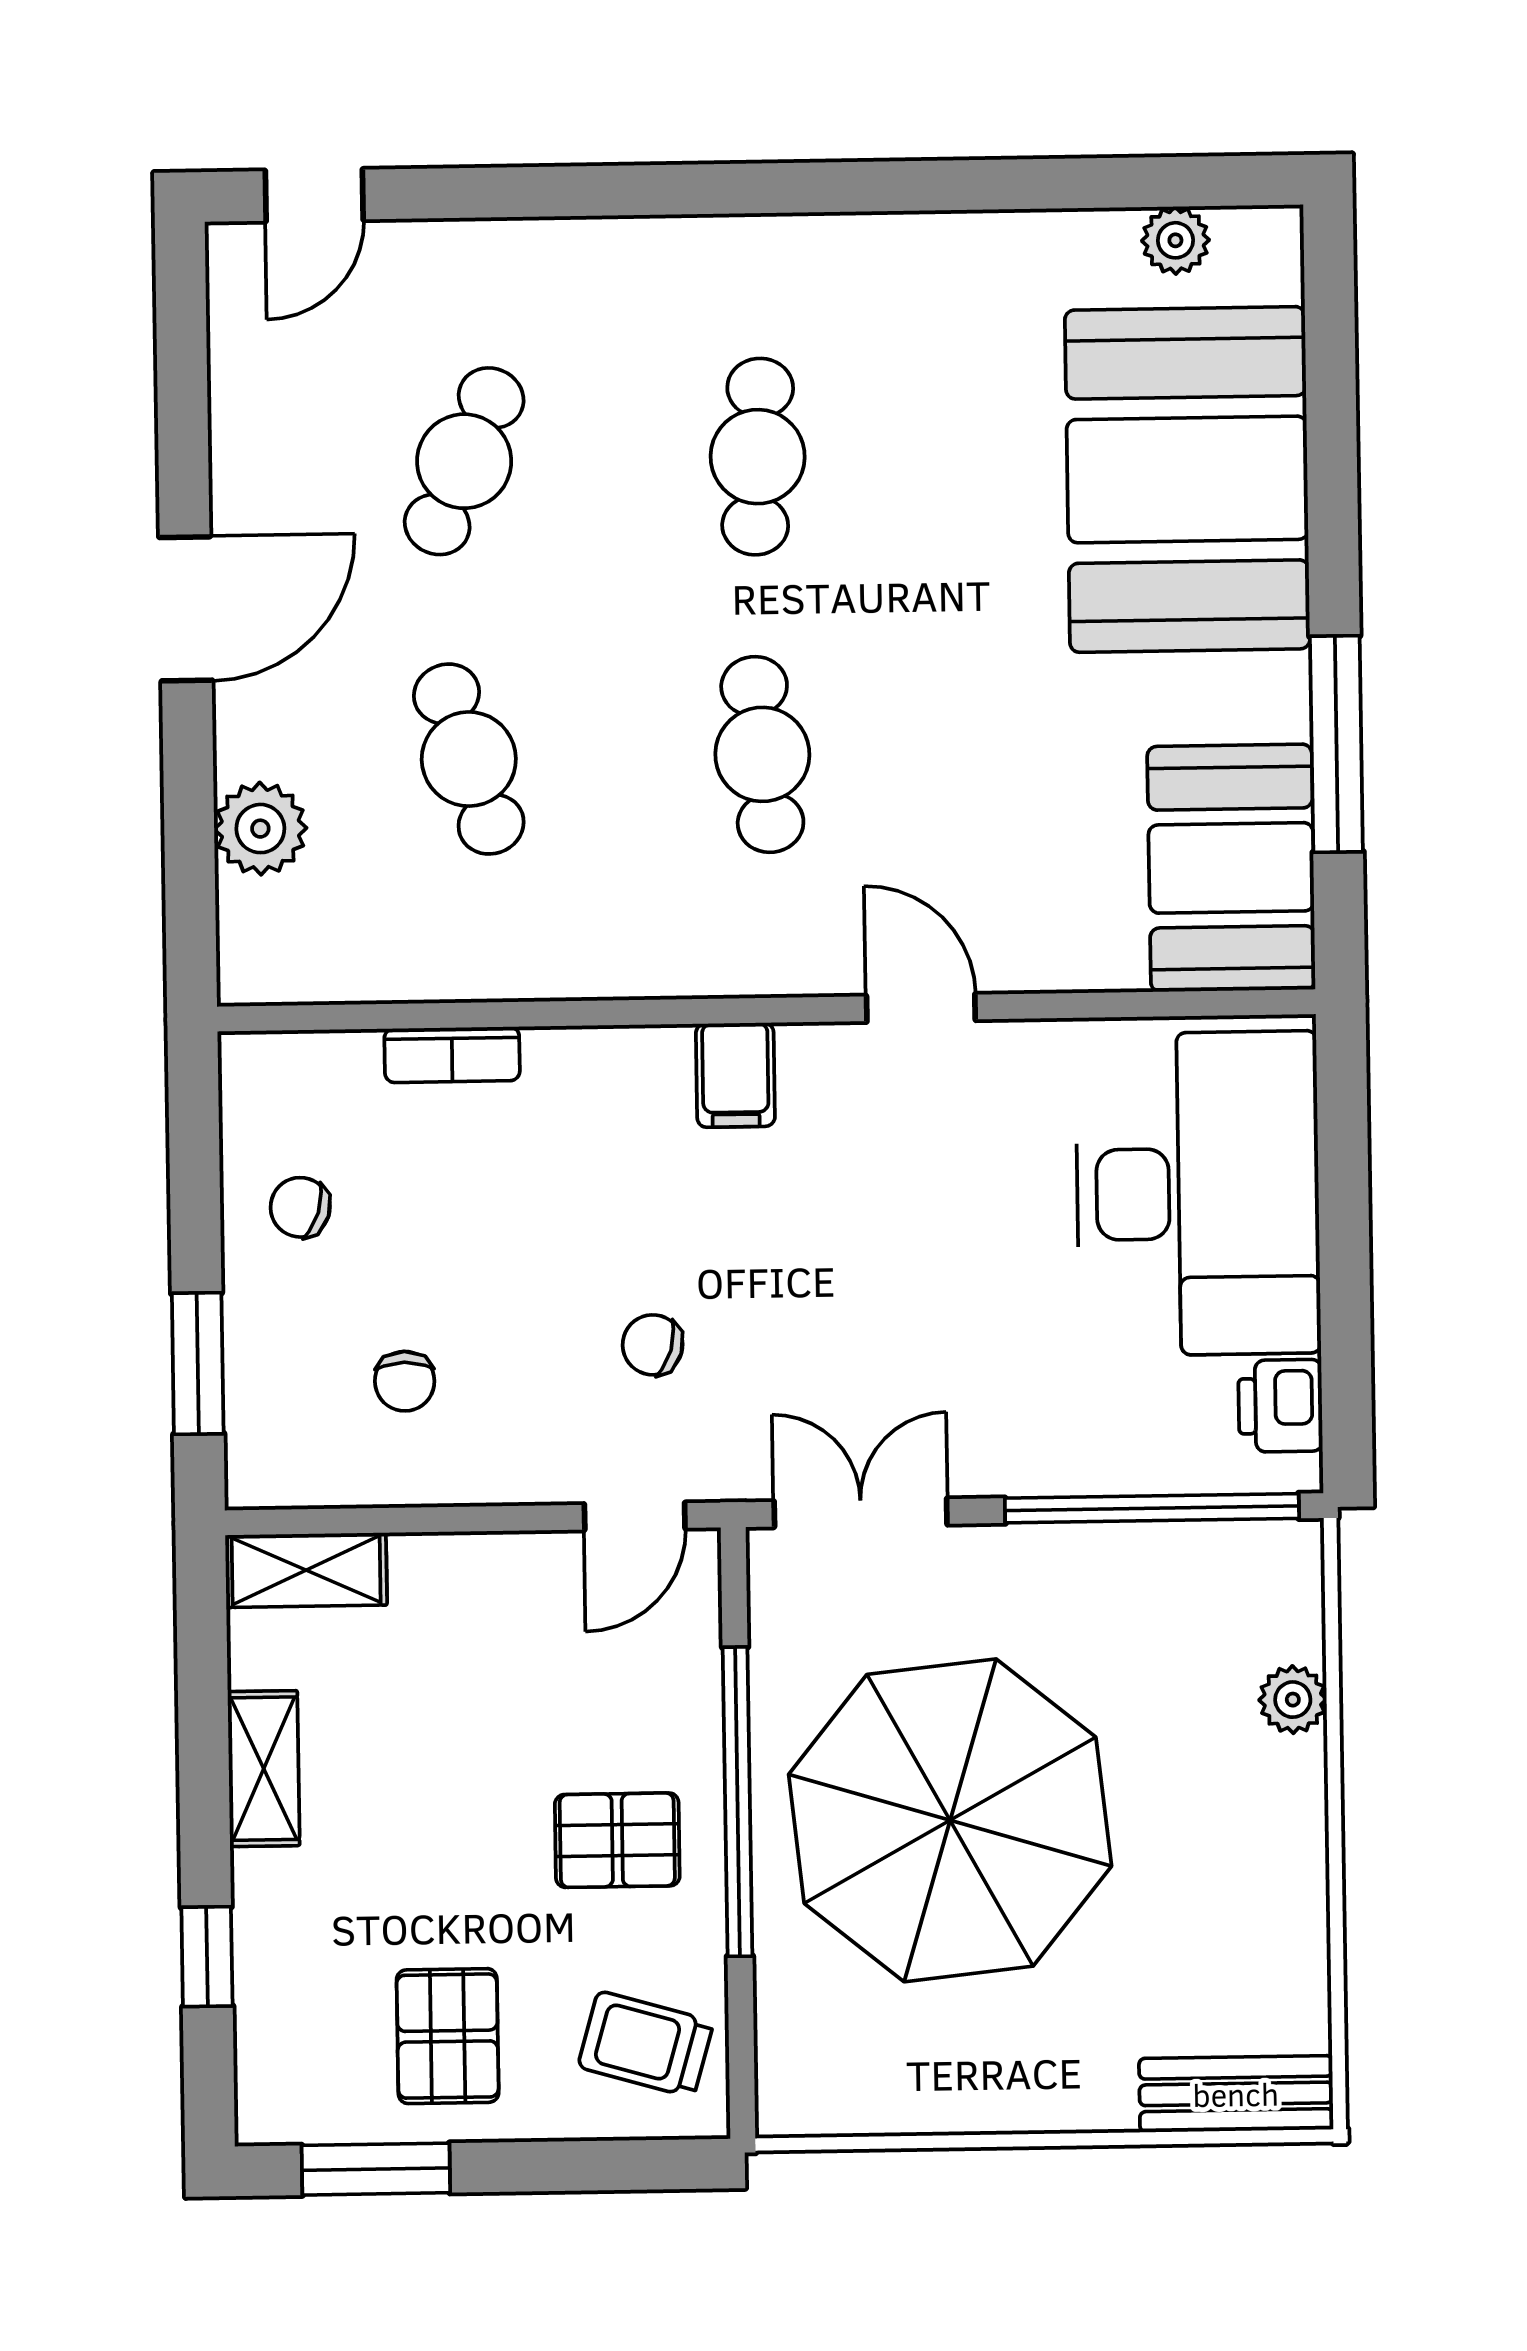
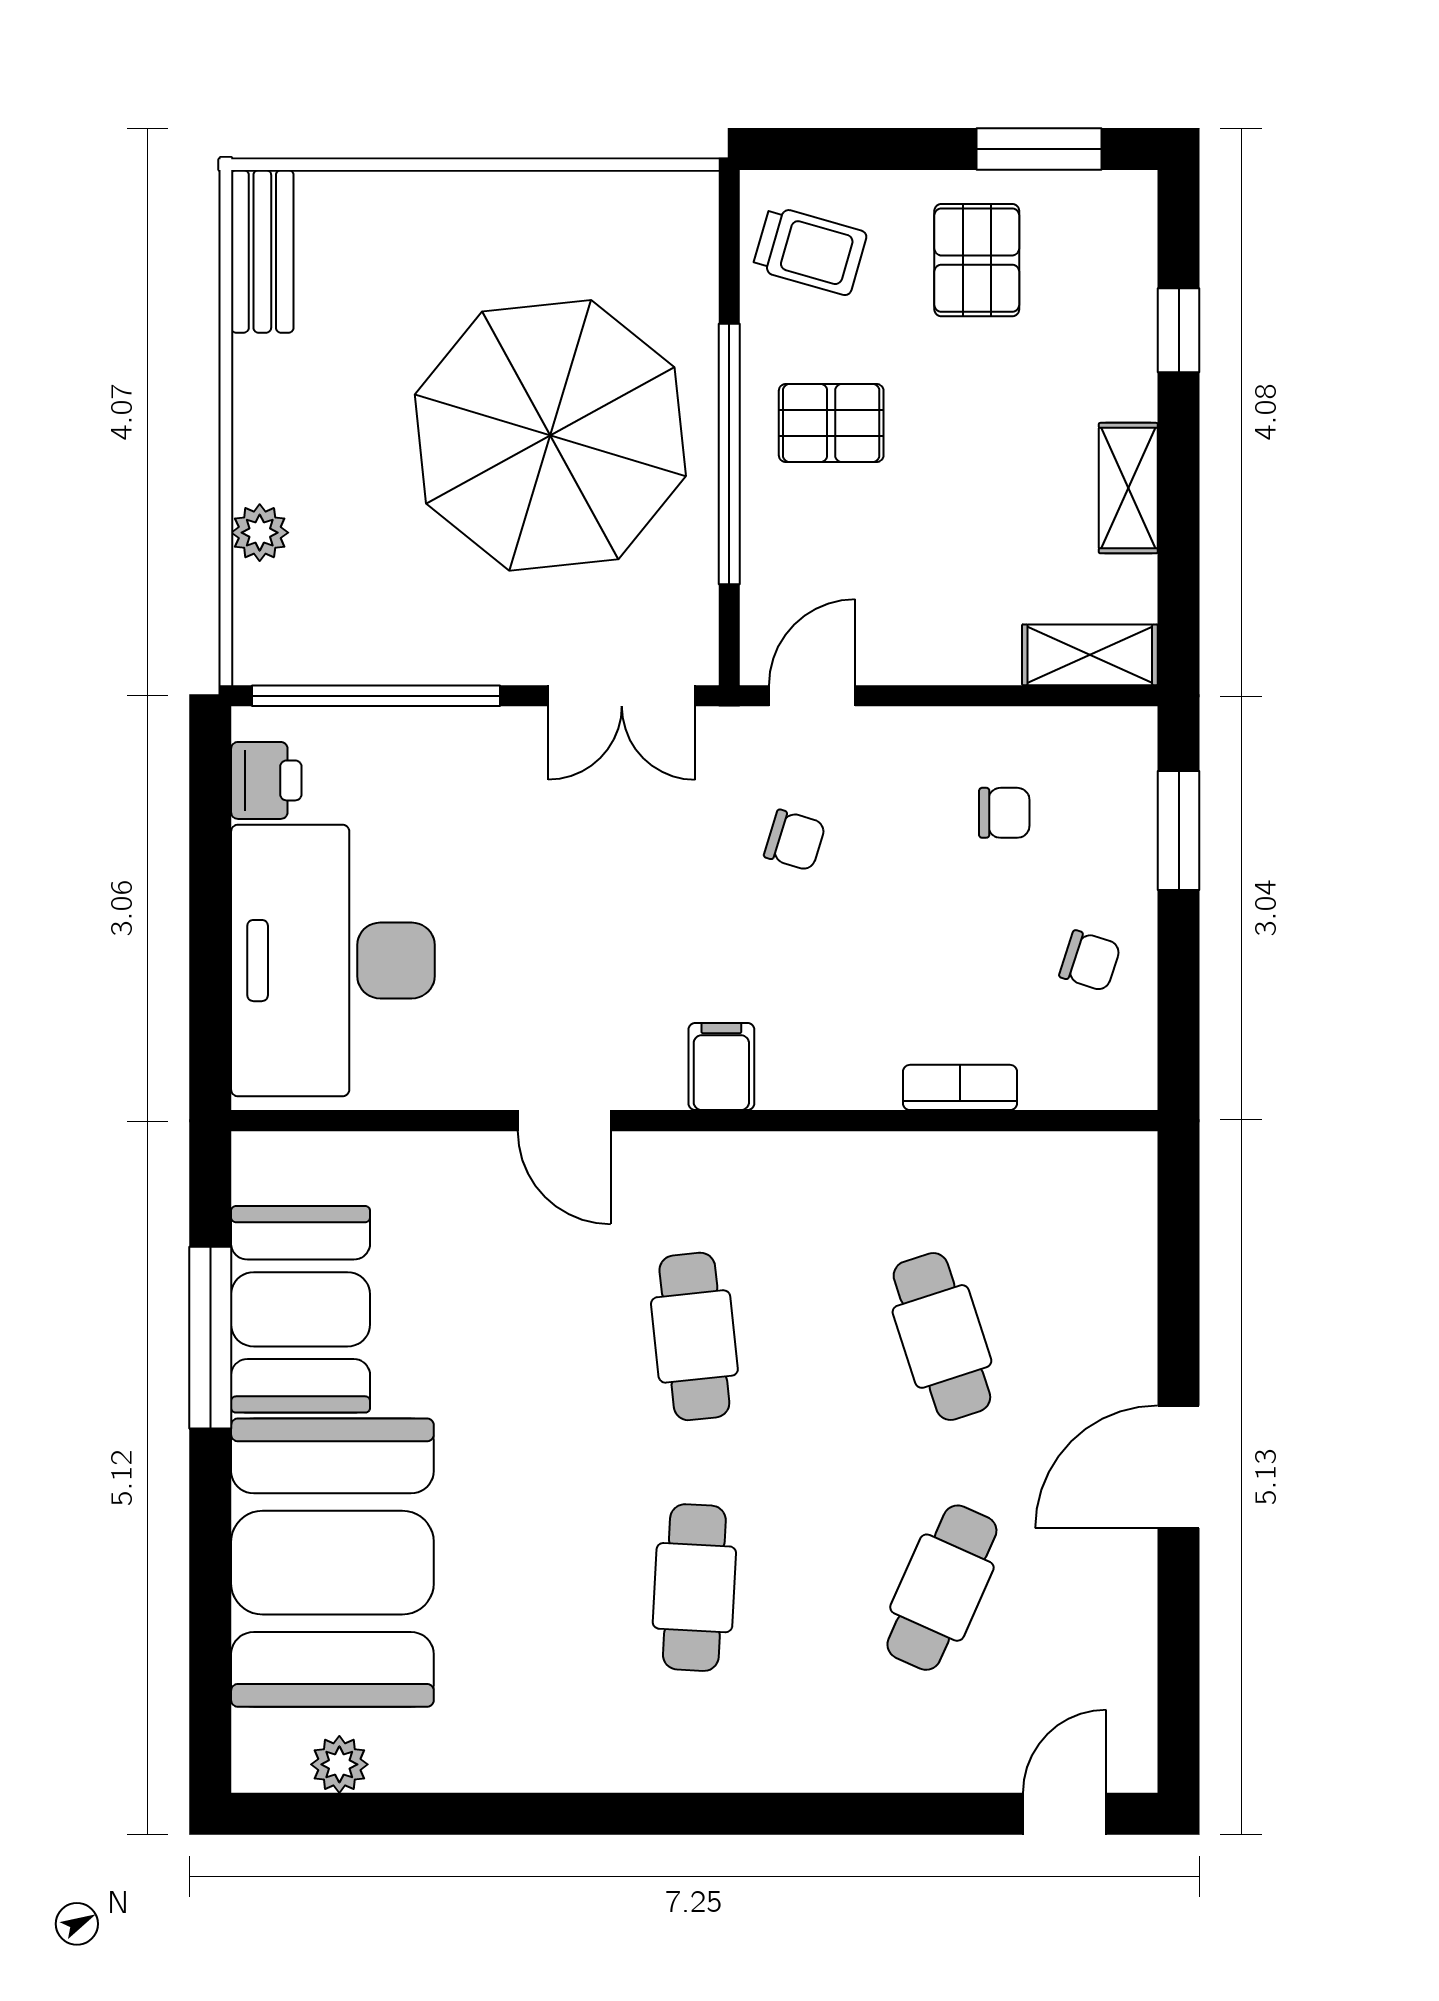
plant: (260, 829) -> (1119, 1281), removed
booth: (1231, 868) -> (301, 1309), moved
chair: (405, 1381) -> (1004, 813), turned 90
bench: (1236, 2094) -> (262, 251), moved, turned 90

